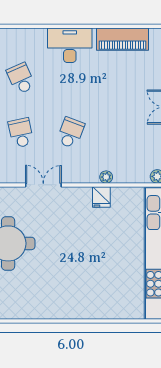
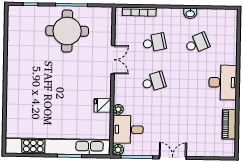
piano: (123, 39) -> (229, 124), width x0.73, depth x0.75
school desk: (71, 133) -> (154, 82), turned -39
desk: (131, 164) -> (128, 129), added

